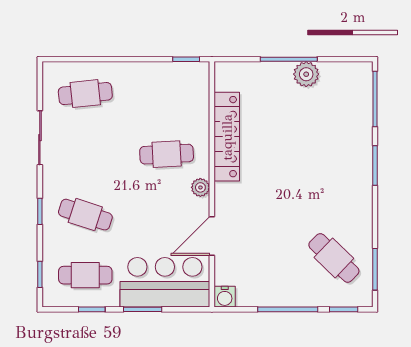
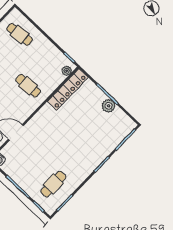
locker: (227, 137) -> (68, 89), moved
plant: (200, 187) -> (67, 71), moved
cafe table: (334, 258) -> (53, 184), turned 46

